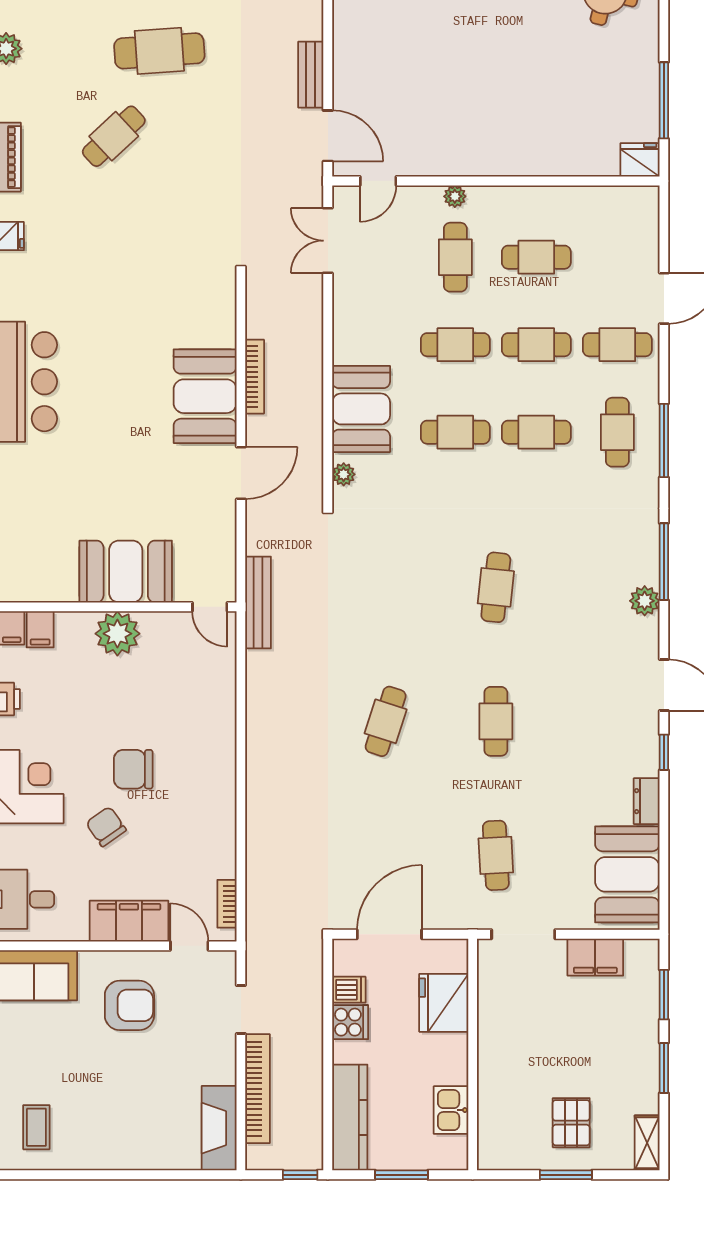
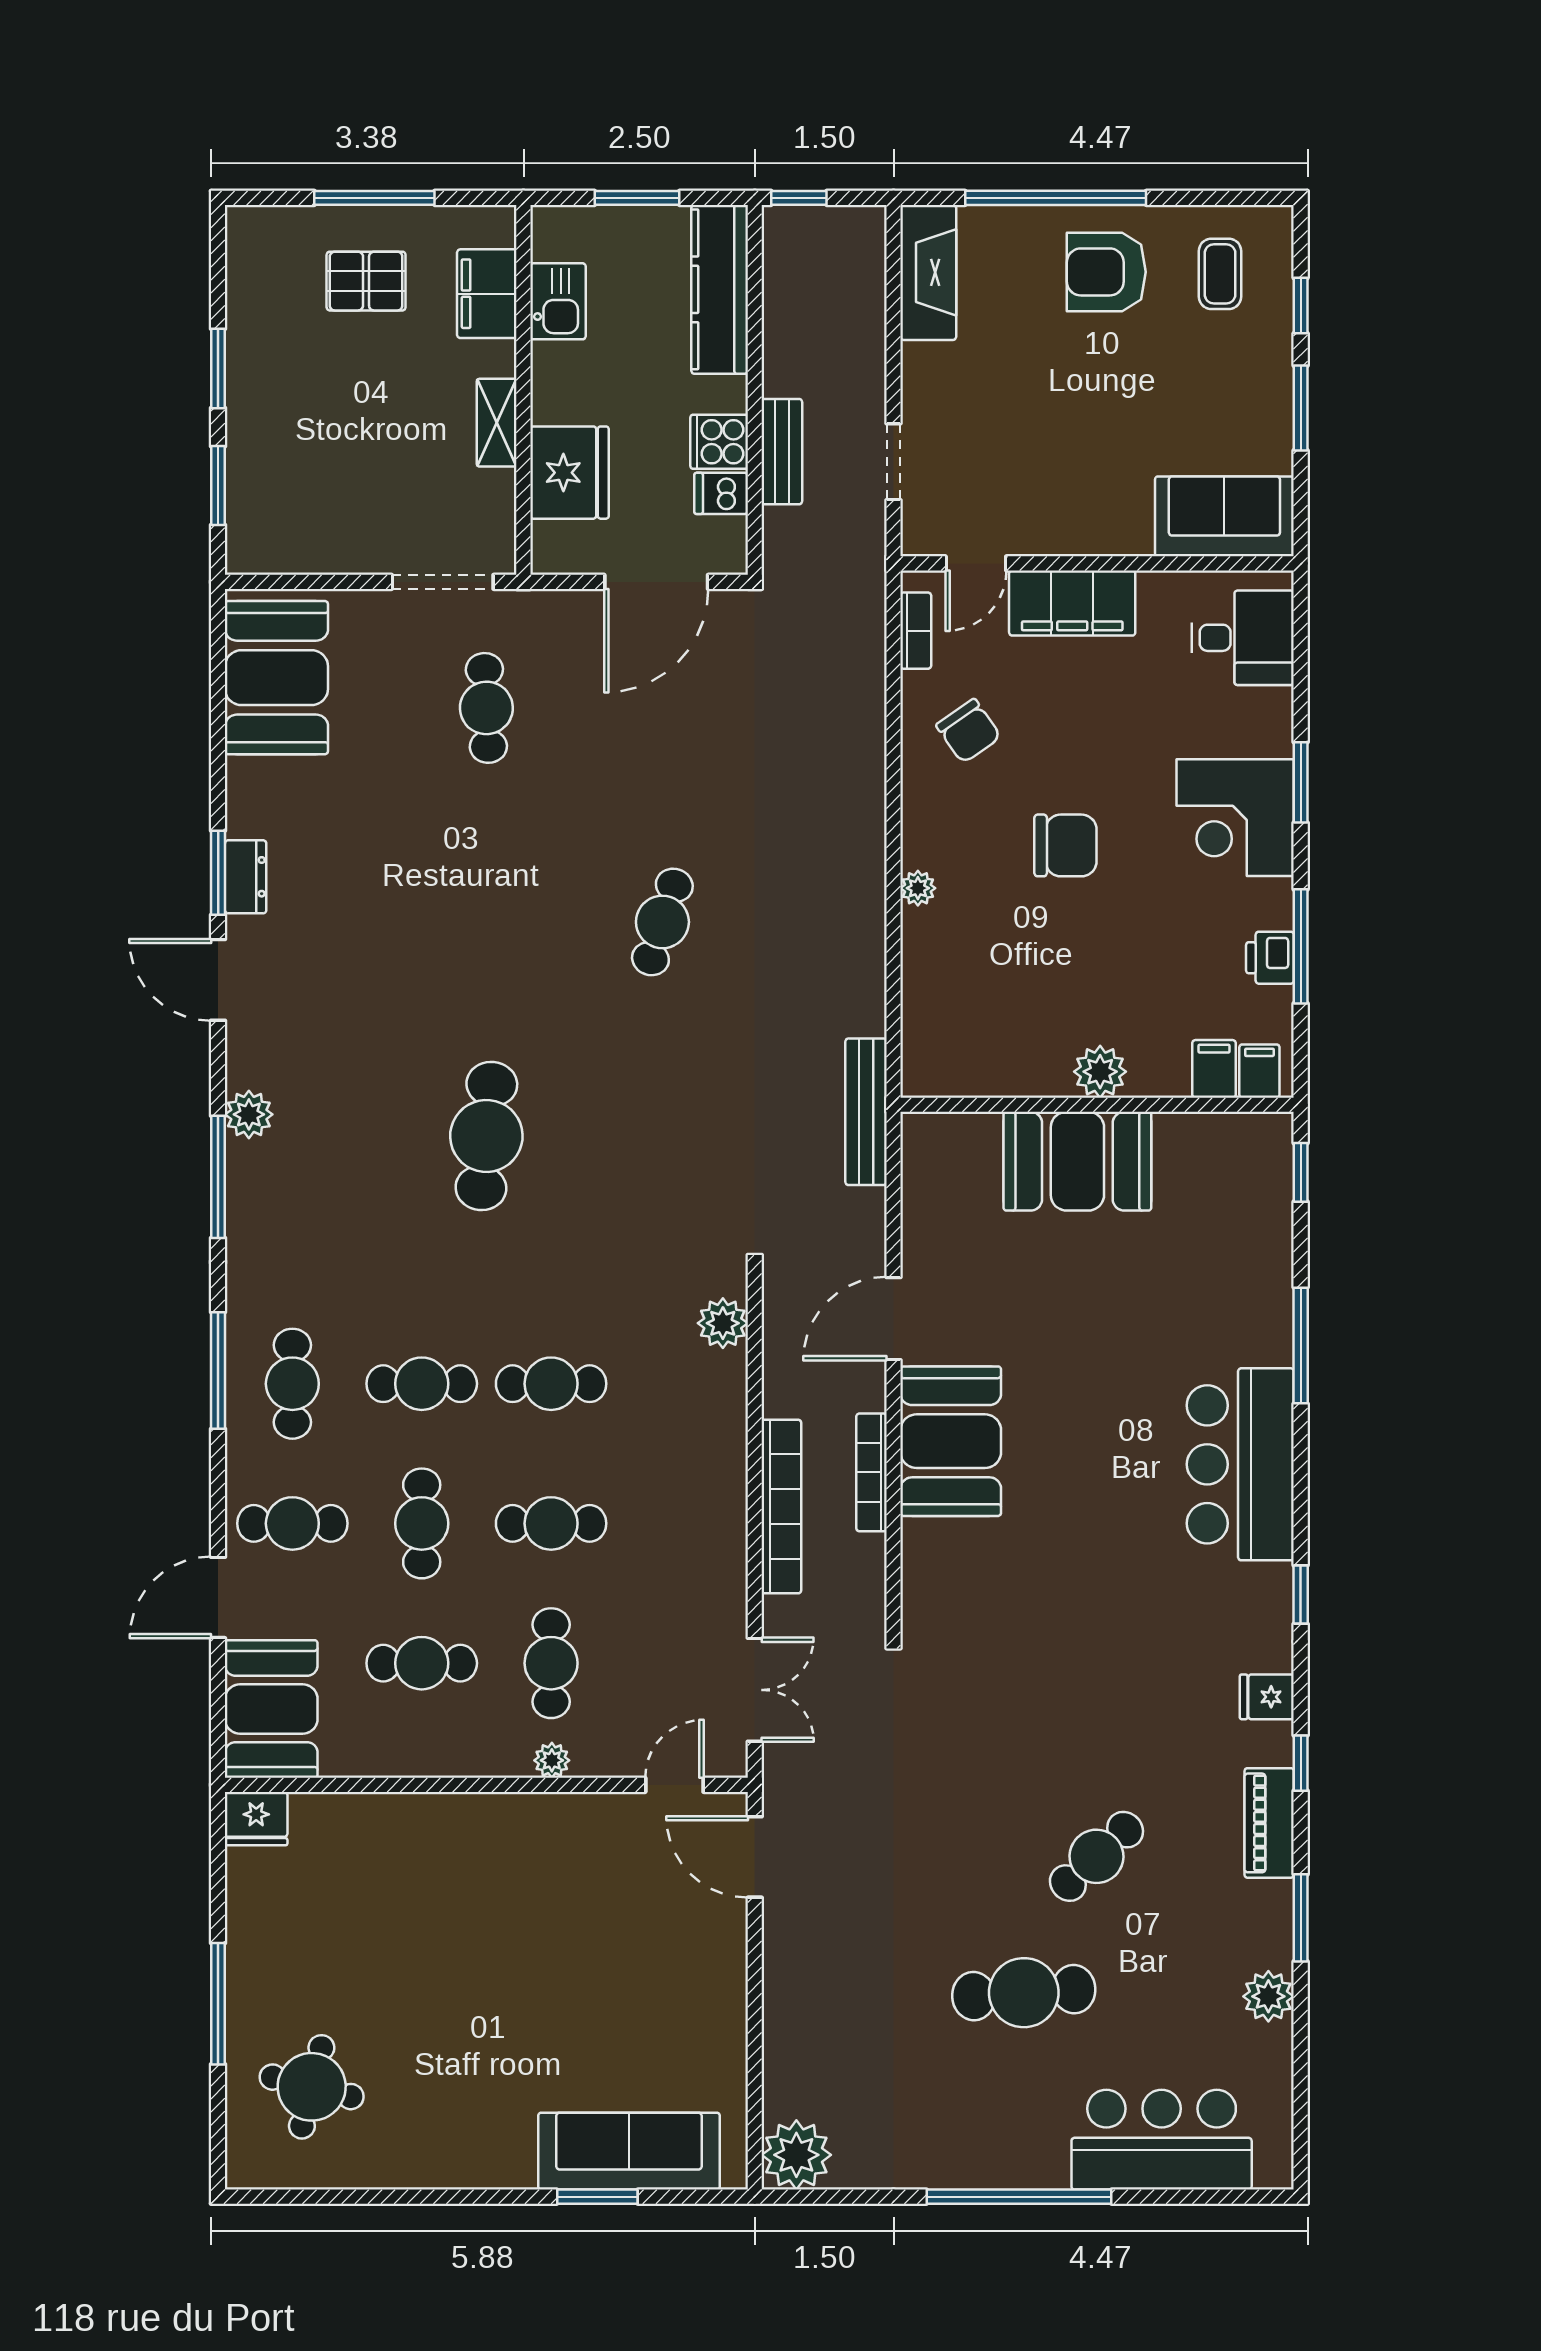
bench: (311, 75) -> (782, 452), moved
window: (664, 100) -> (218, 2004), moved
cafe table: (536, 345) -> (422, 1523), turned 90
booth: (361, 409) -> (271, 1709), moved
plant: (344, 474) -> (723, 1323), width x1.38, depth x1.38
cafe table: (496, 587) -> (486, 1136), width x1.37, depth x1.35
door: (210, 607) -> (943, 1105), removed
plant: (117, 634) -> (1100, 1072), width x0.73, depth x0.73
cafe table: (496, 721) -> (486, 922), removed
plant: (226, 743) -> (918, 888), added
window: (664, 752) -> (218, 873), width x1.50
dresser: (647, 801) -> (246, 877), moved
chair: (106, 826) -> (969, 731), moved
door: (189, 946) -> (976, 563), hinge flipped
filing cabinet: (595, 957) -> (487, 294), moved, turned -90
armchair: (129, 1005) -> (1106, 272), moved
bookcase: (258, 1089) -> (781, 1507), moved, turned 180
pallet: (571, 1123) -> (366, 281), turned 90
shelving: (647, 1143) -> (497, 423), moved
window: (139, 1175) -> (1056, 198), added
window: (566, 1175) -> (374, 198), width x1.44

